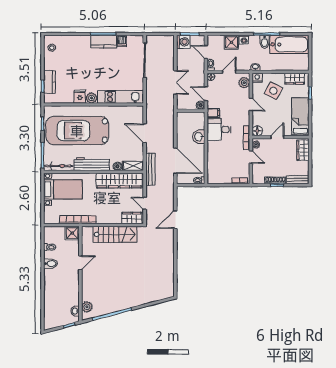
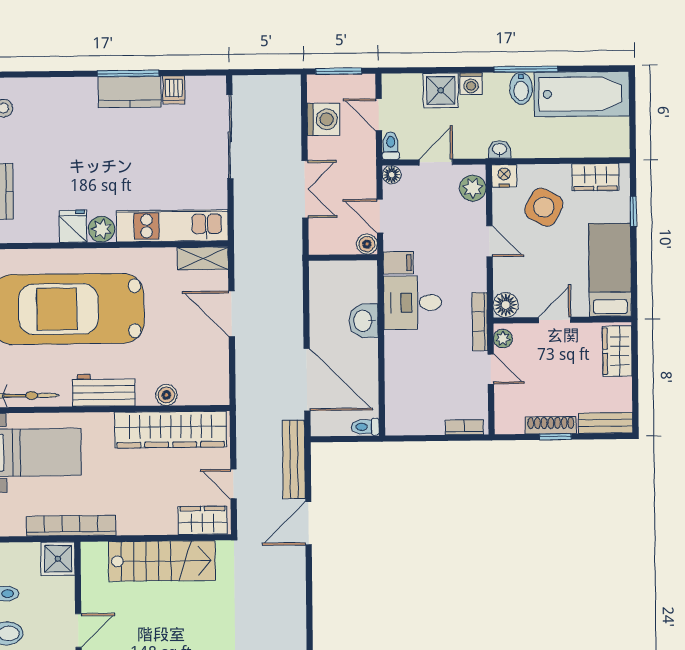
washing machine: (183, 42) -> (323, 119), moved
workbench: (92, 164) -> (104, 390), width x0.73
shelving: (133, 166) -> (203, 258), moved
bench: (150, 169) -> (294, 460), moved

